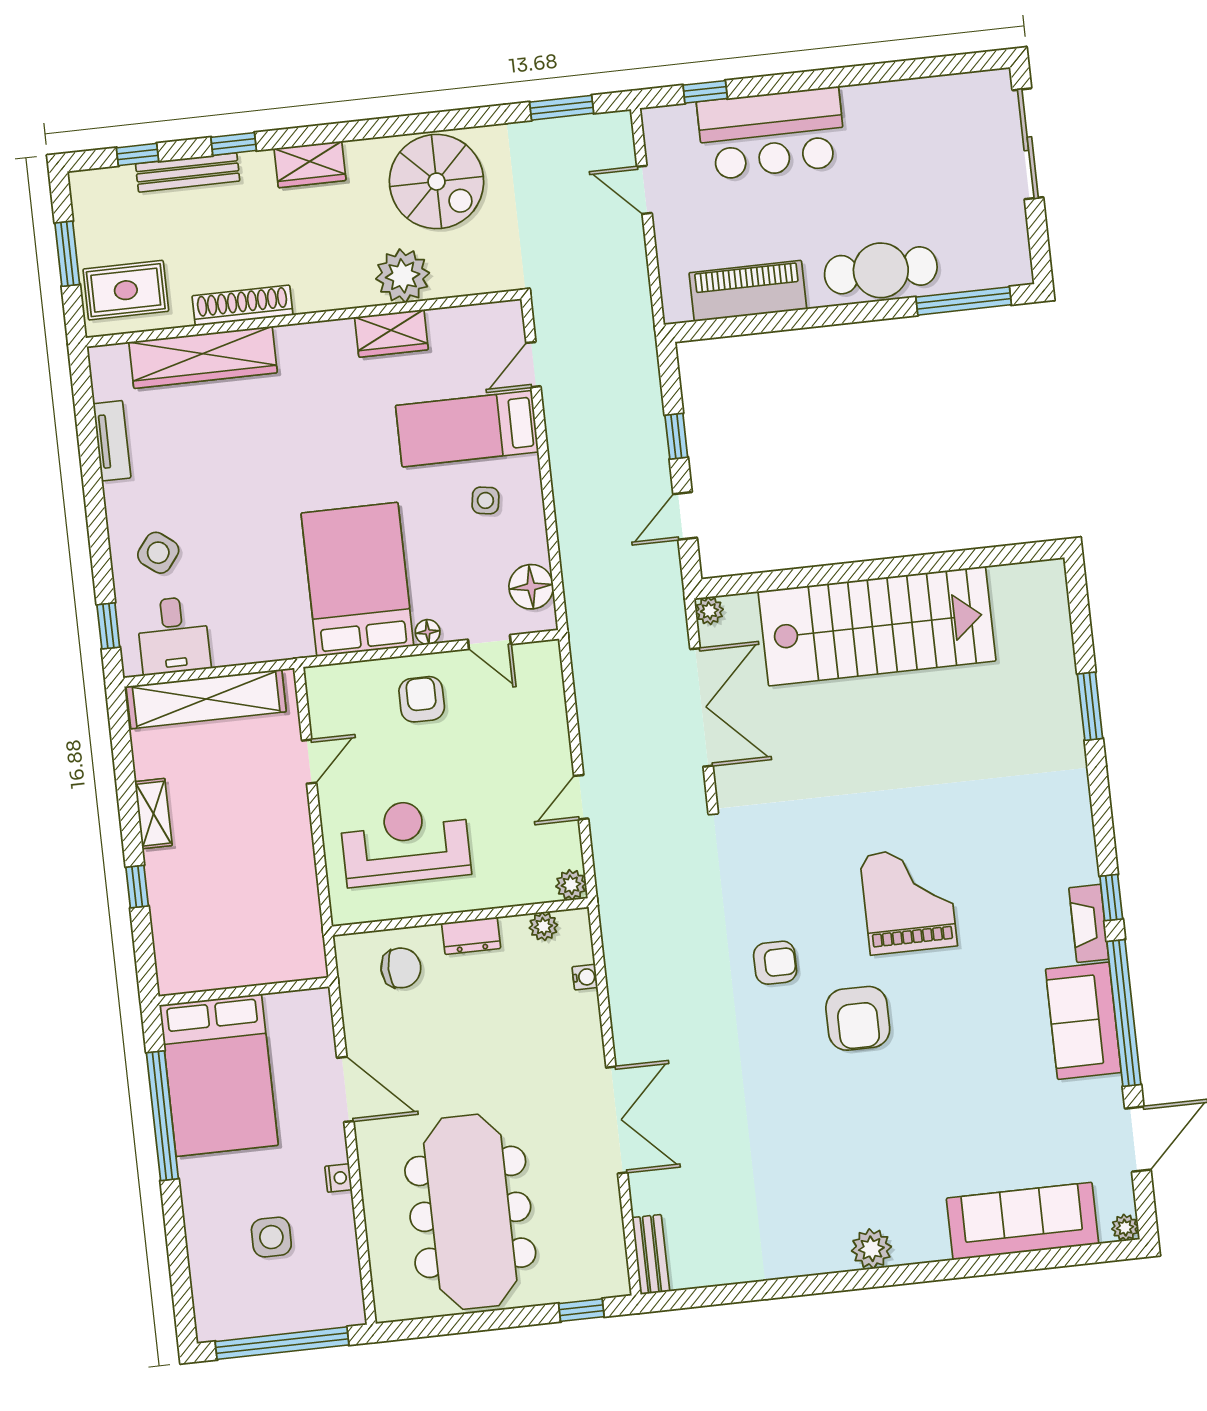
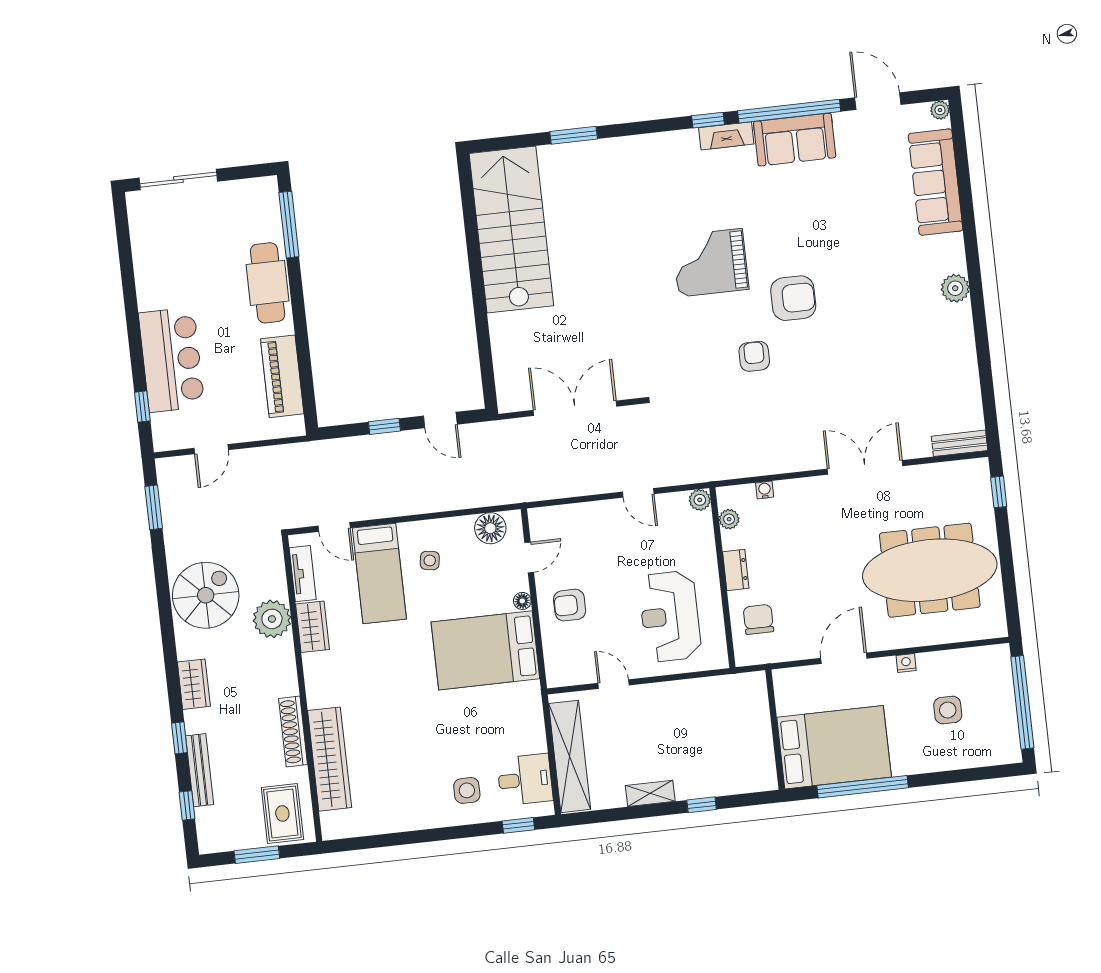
tv unit: (112, 441) -> (303, 574), moved, turned 90
side table: (158, 553) -> (467, 790), turned -38
plant: (709, 611) -> (507, 403), removed
stairs: (877, 626) -> (511, 230), moved

